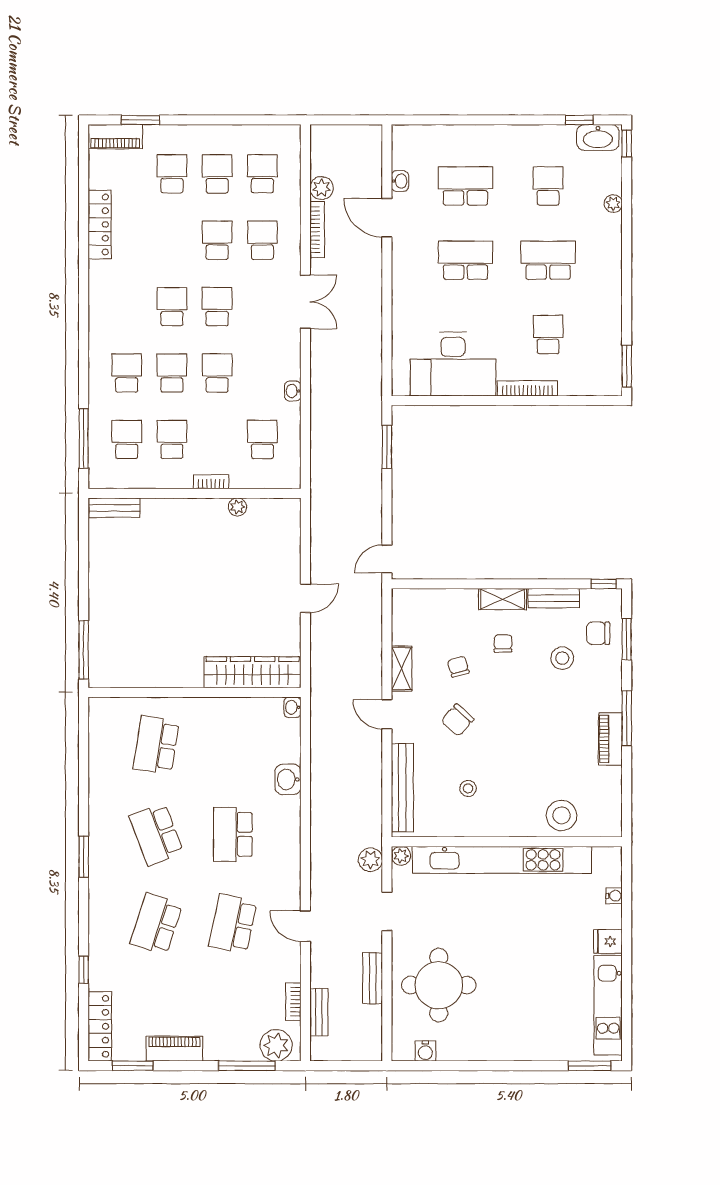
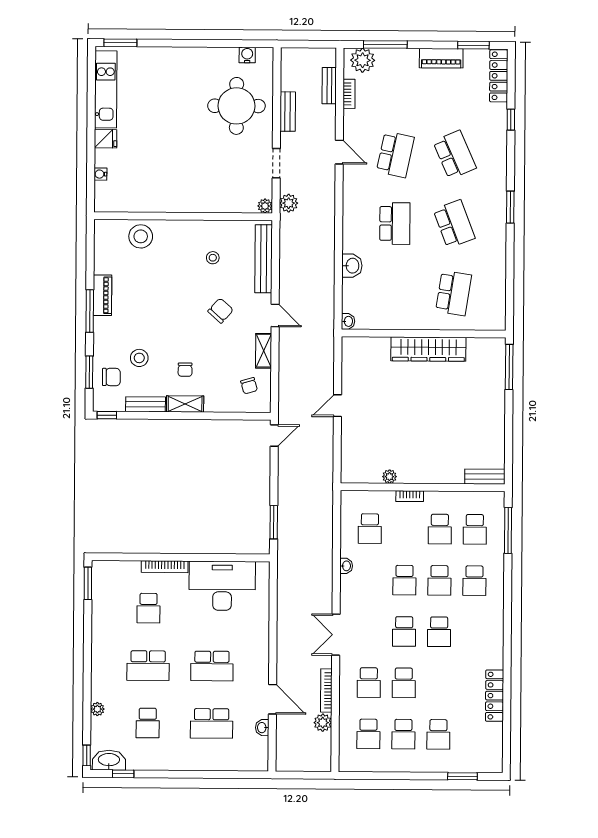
piano: (115, 137) -> (482, 763), removed
chair: (458, 667) -> (249, 386), moved
wardrobe: (253, 672) -> (428, 349), moved
kitchen unit: (502, 860) -> (187, 202), removed
school desk: (156, 924) -> (455, 155), turned -42

